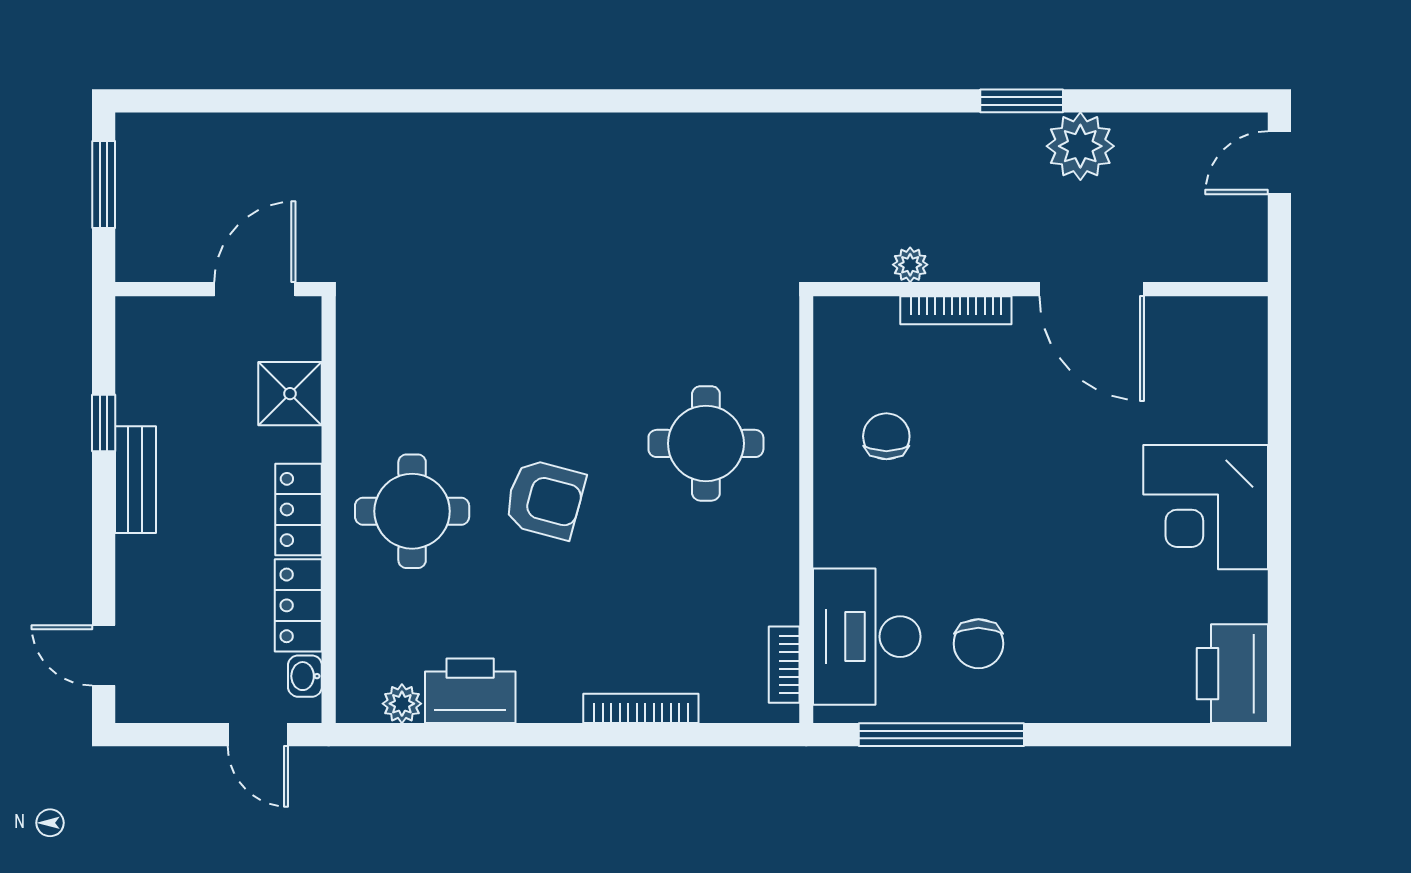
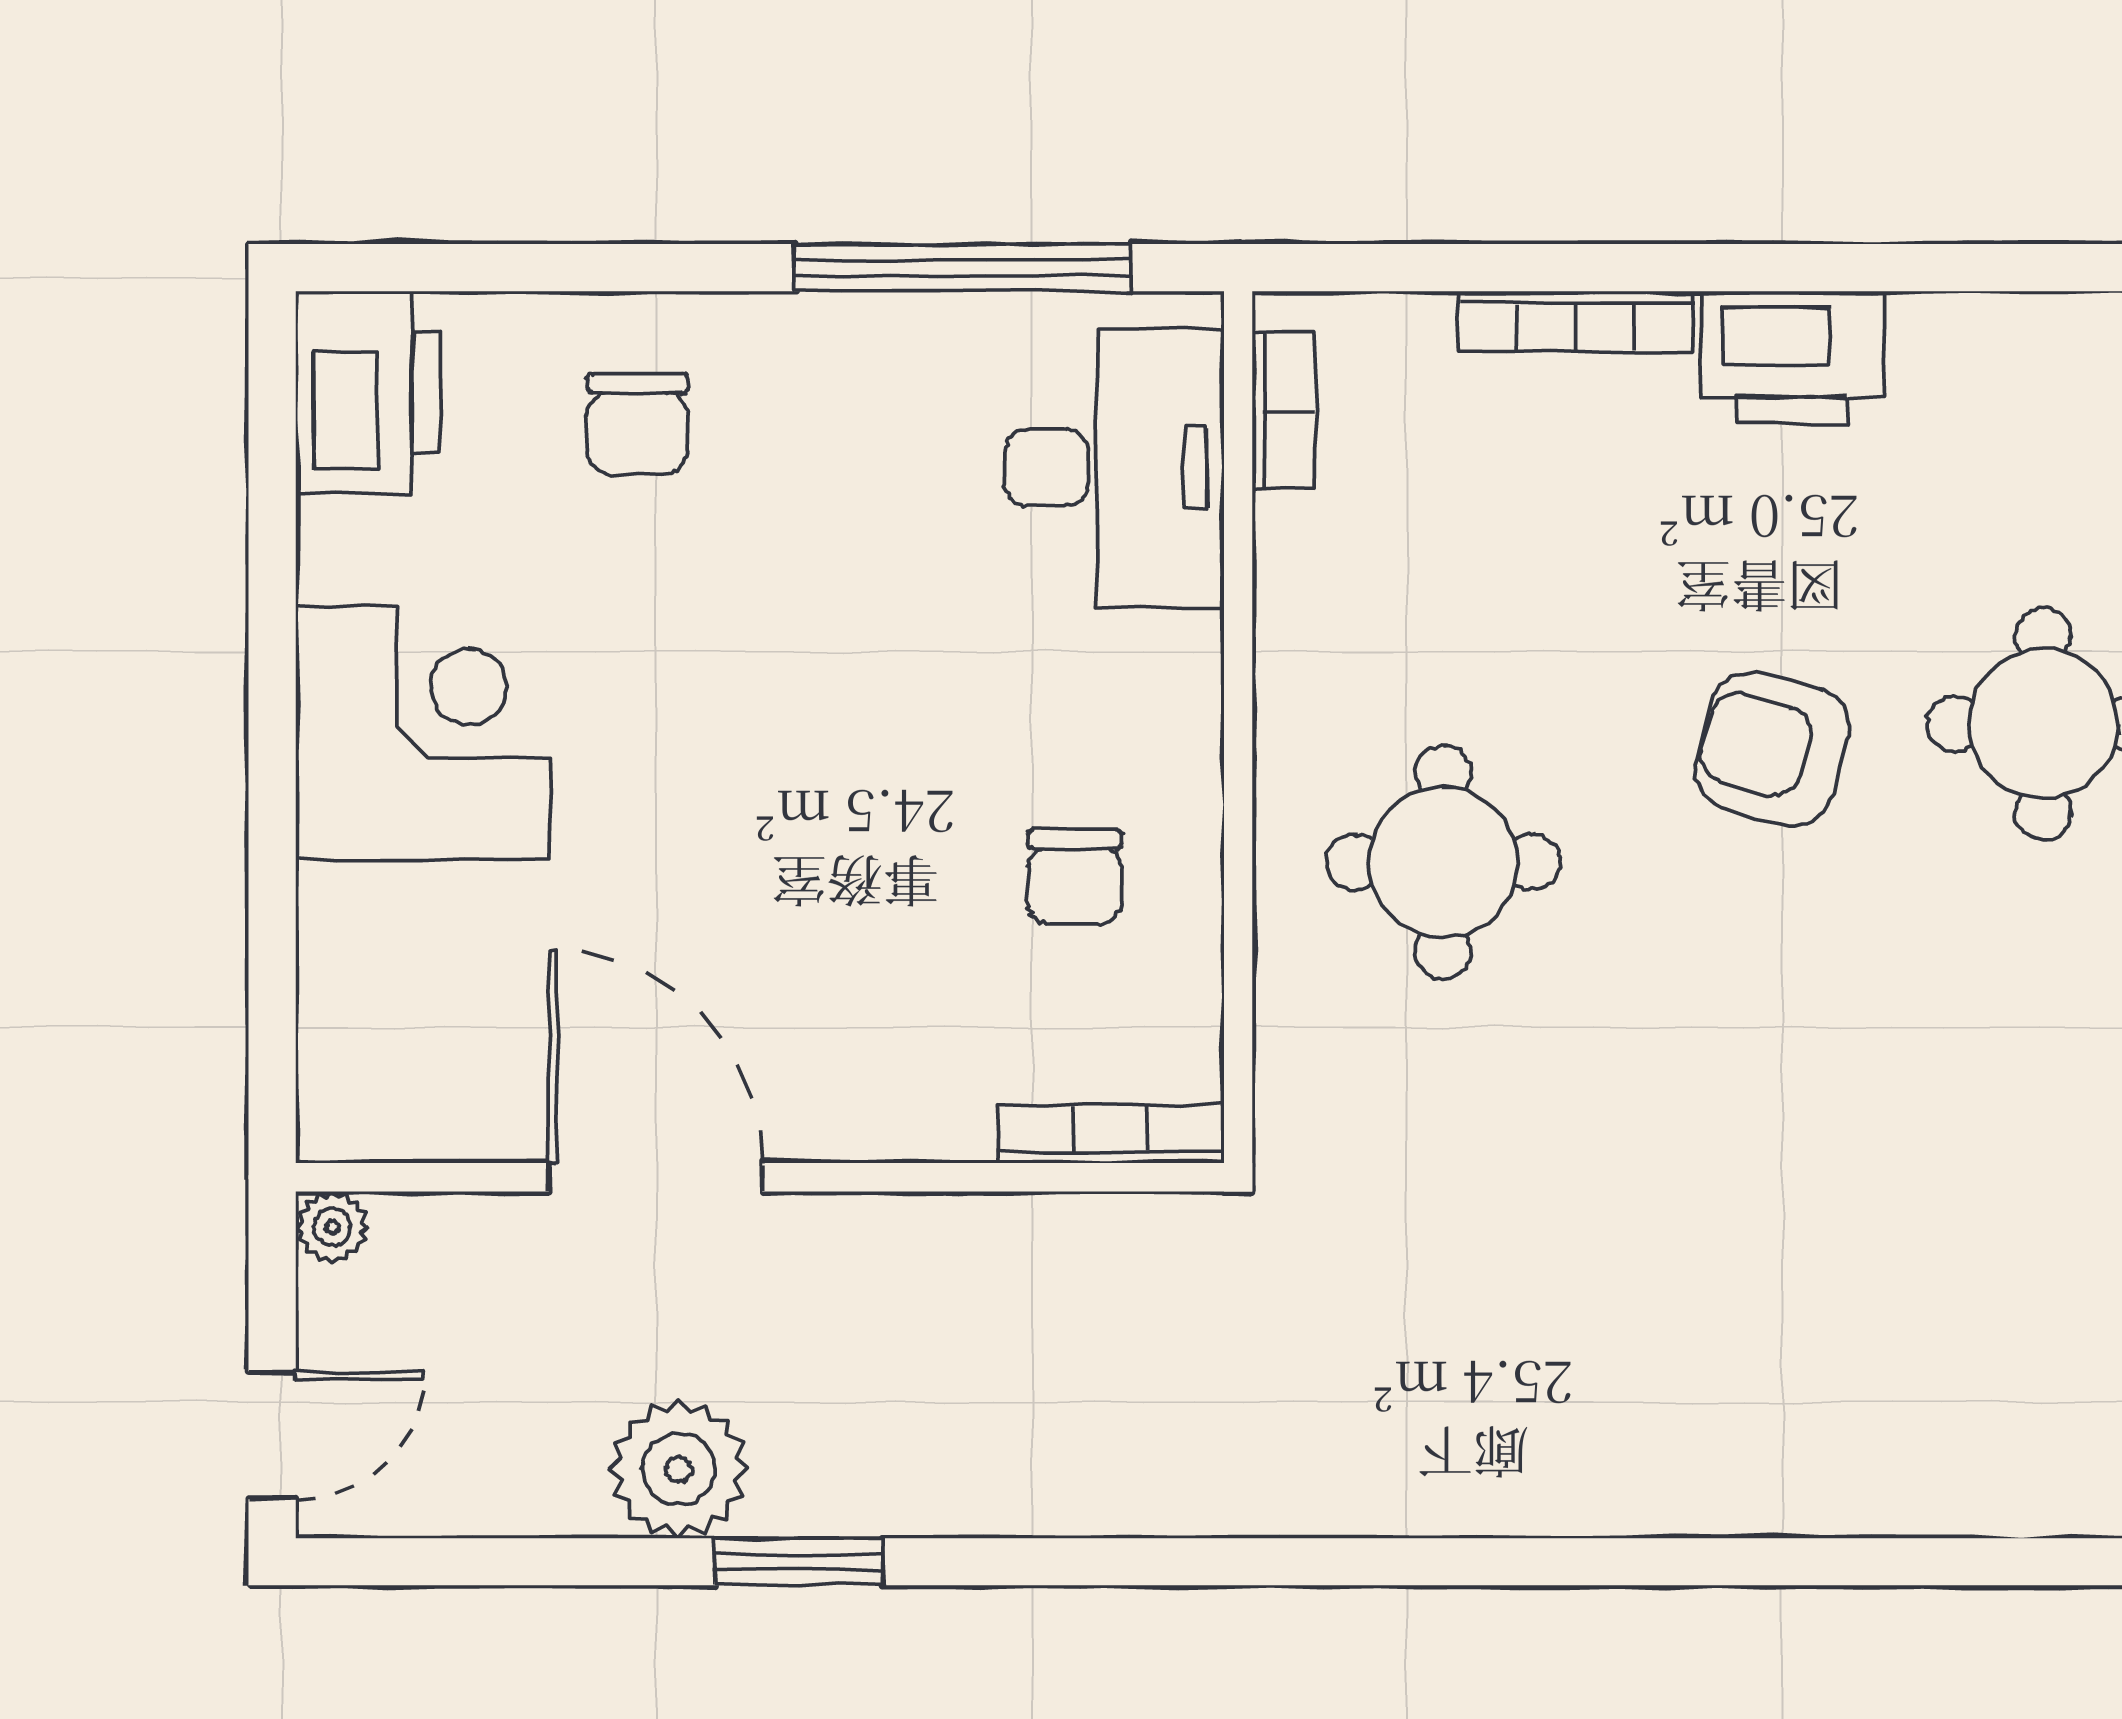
plant: (910, 265) -> (332, 1227), moved
bookcase: (956, 310) -> (1111, 1134), moved
chair: (978, 644) -> (637, 424), moved, turned 180
printer: (470, 691) -> (1793, 357), moved
plant: (402, 704) -> (2064, 331), removed

